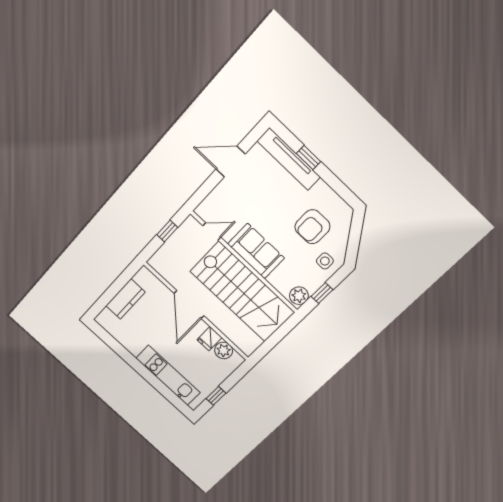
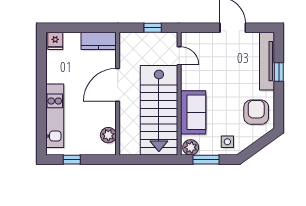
armchair: (312, 227) -> (256, 112), moved, turned 90
sofa: (256, 251) -> (193, 112), moved
window: (322, 293) -> (206, 160), width x1.50
kitchen counter: (125, 299) -> (99, 41), moved
fridge: (209, 339) -> (55, 41), moved, turned -90

